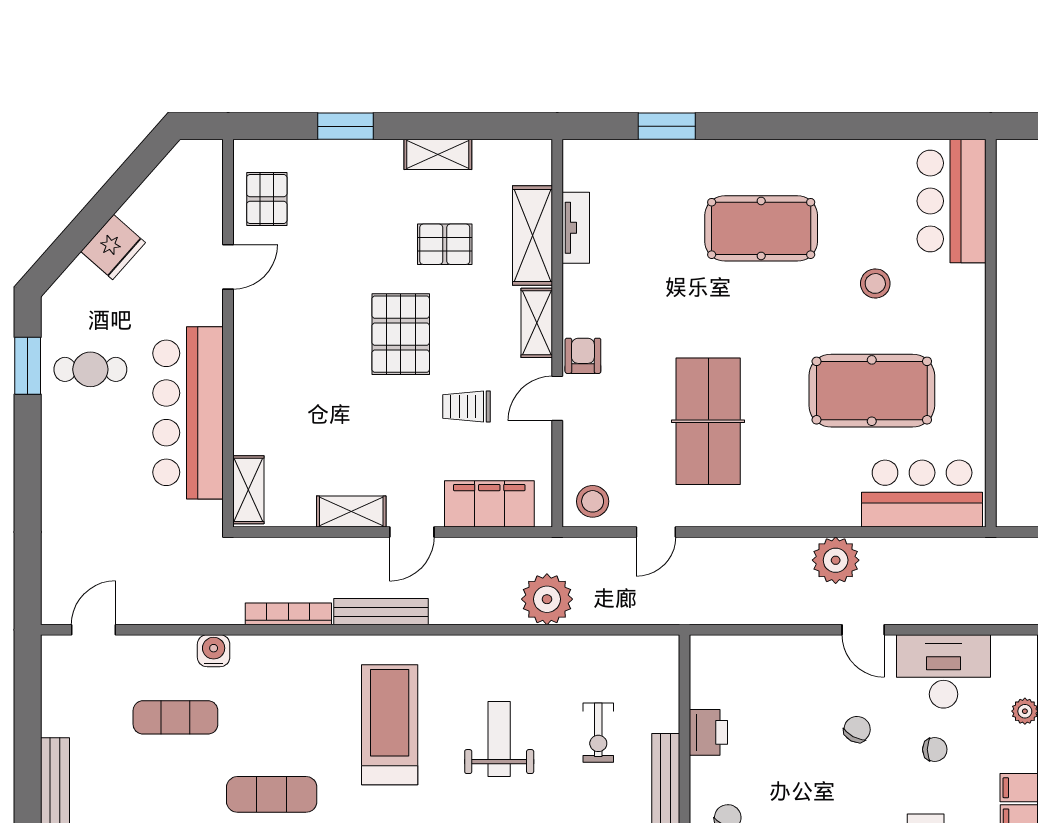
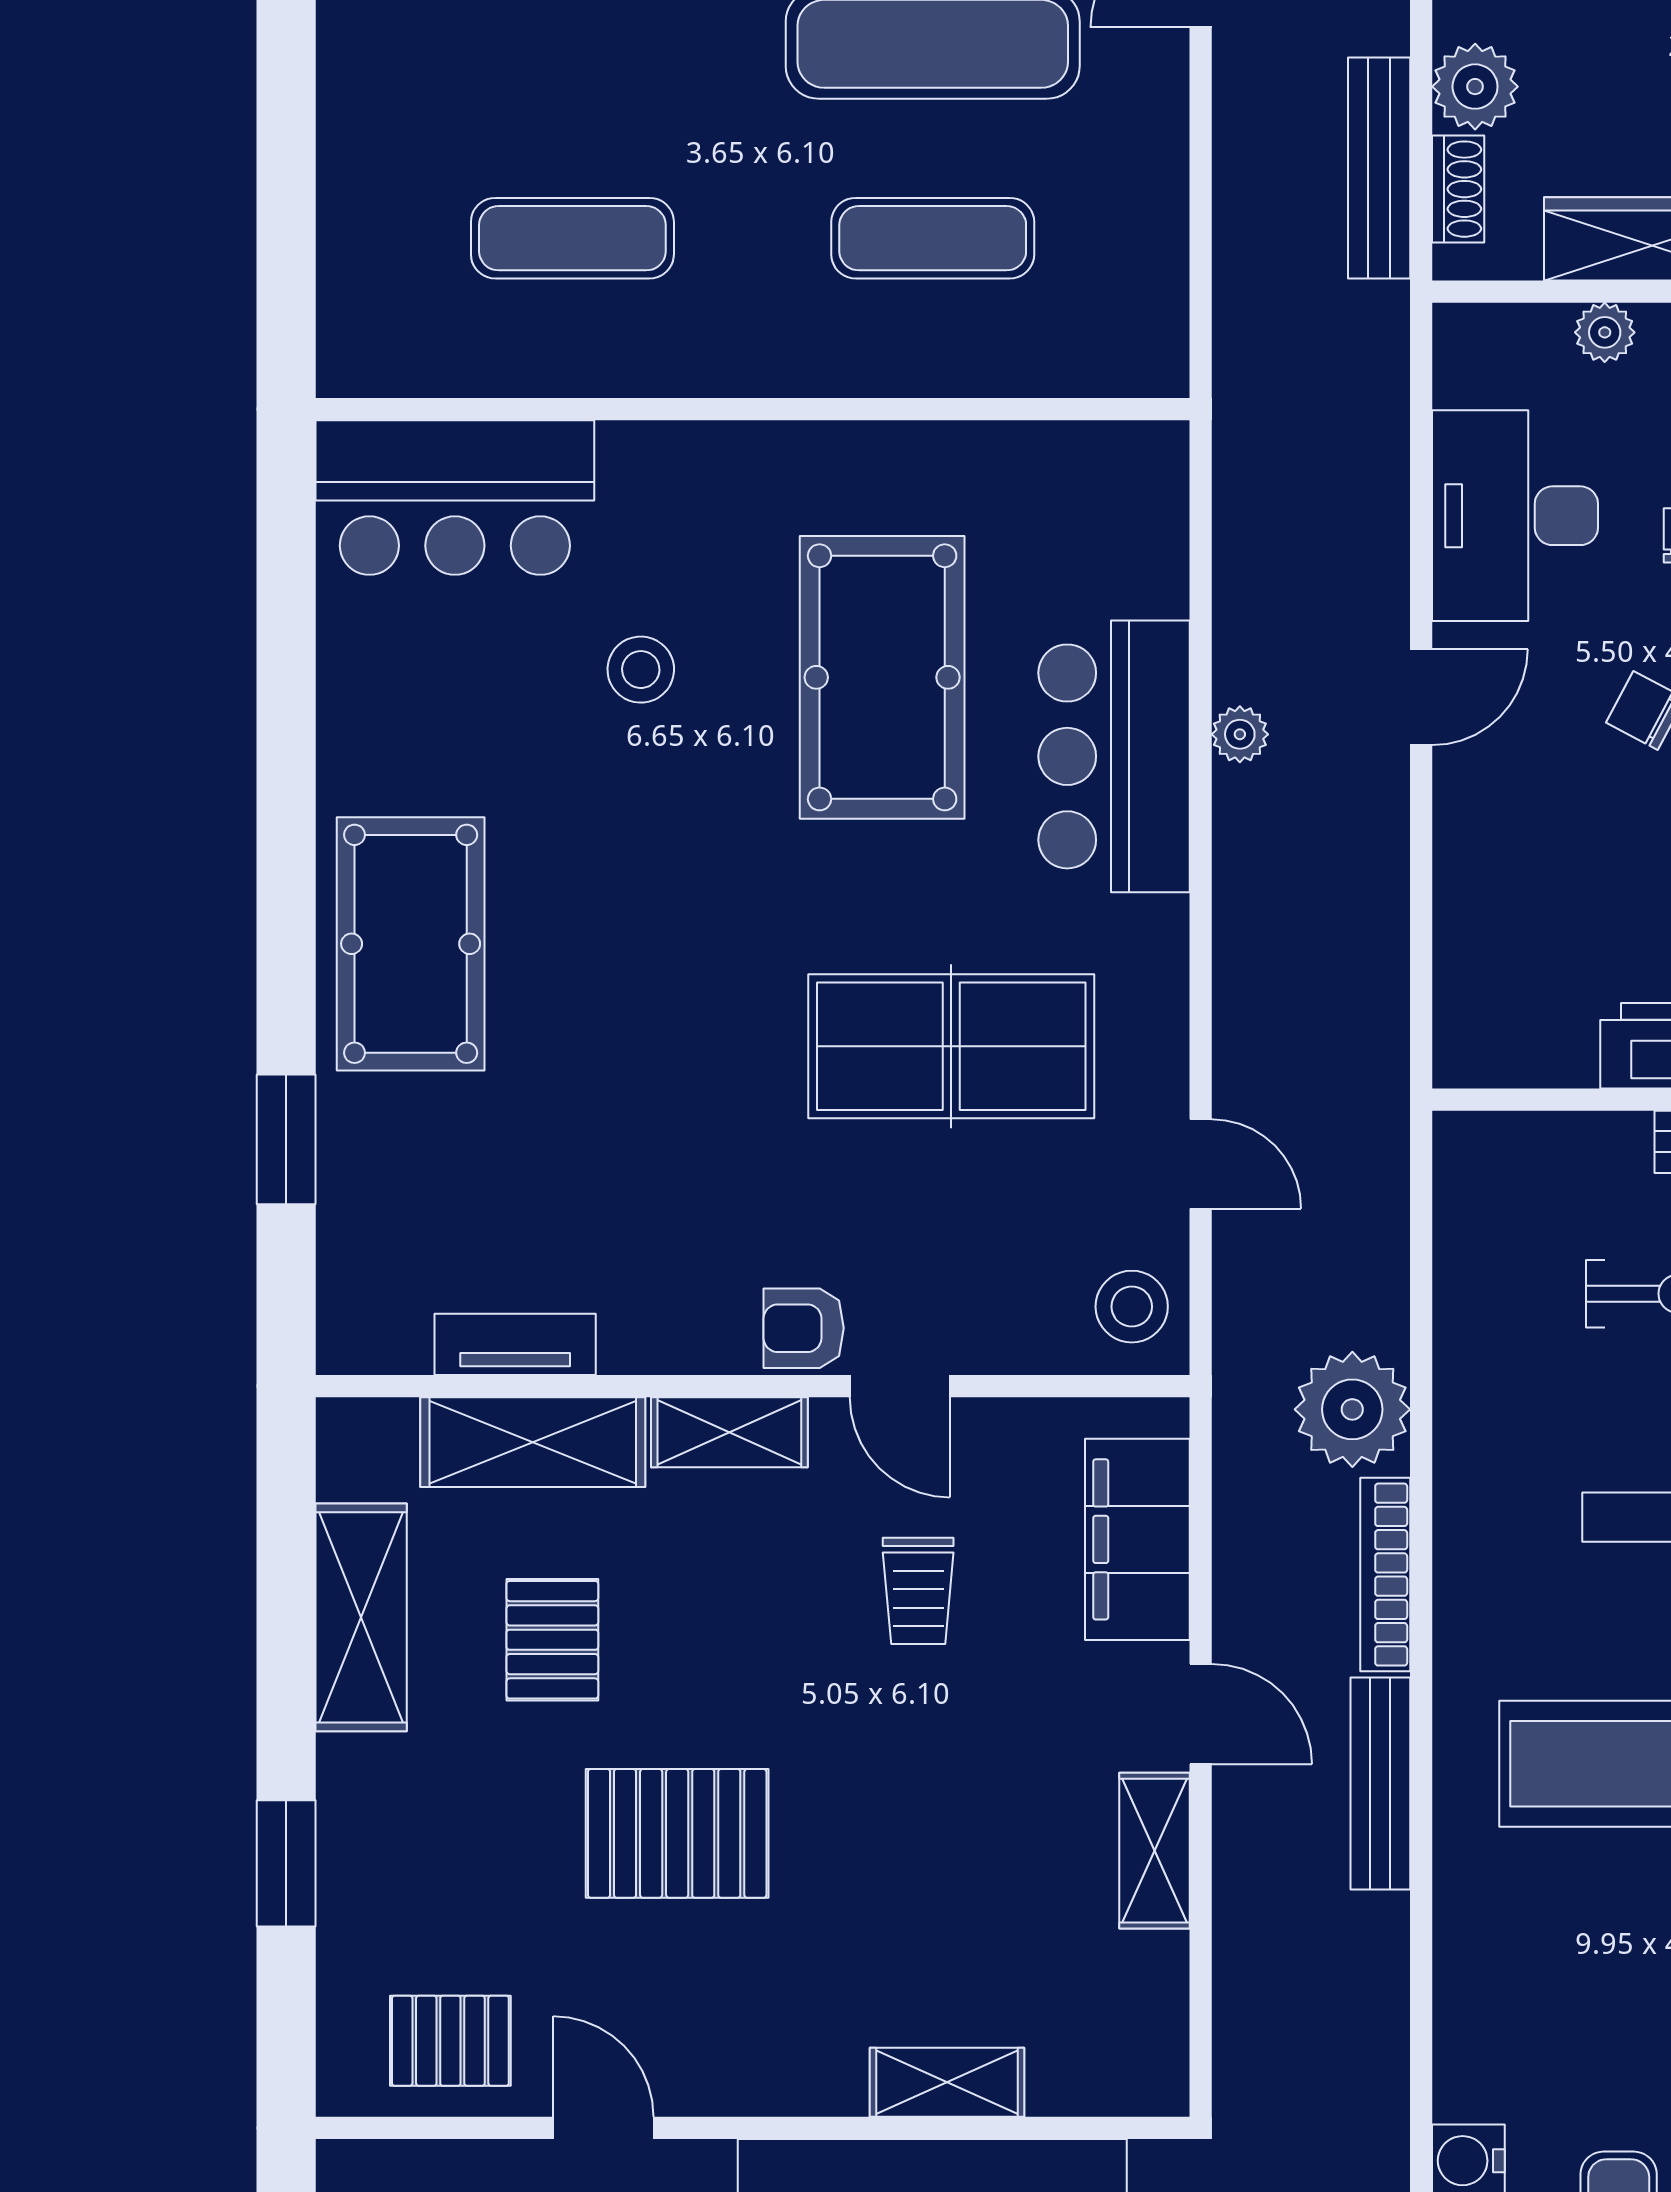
shelving: (438, 154) -> (361, 1617), width x1.50, depth x1.33
pool table: (761, 228) -> (411, 944), moved
pallet: (401, 334) -> (677, 1833), moved
shelving: (248, 490) -> (947, 2082), moved
bar counter: (922, 493) -> (1114, 756), moved
plant: (836, 560) -> (1240, 734), width x0.53, depth x0.53
bookcase: (288, 614) -> (1385, 1575), moved

